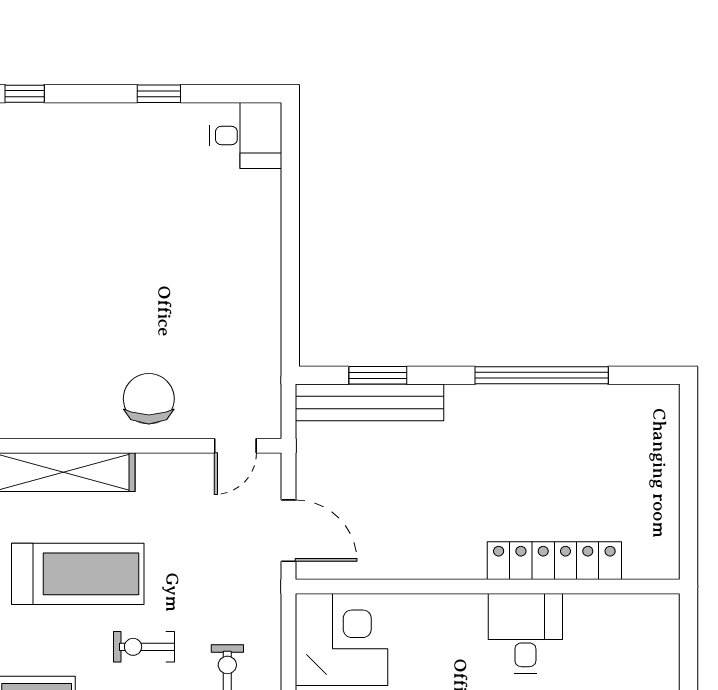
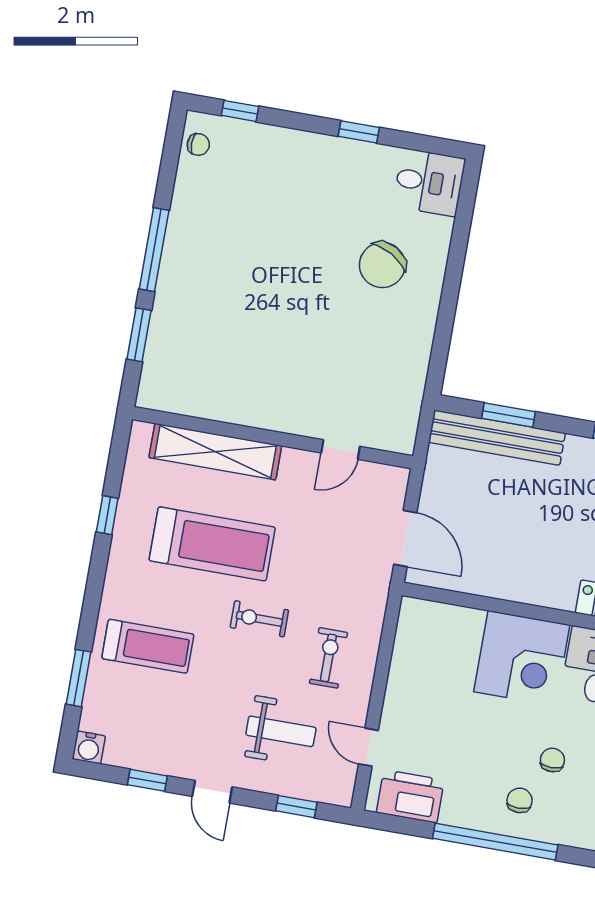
chair: (149, 399) -> (382, 265), moved, turned -150
door: (235, 446) -> (340, 450), moved
corner desk: (342, 639) -> (522, 658), moved, turned 90

